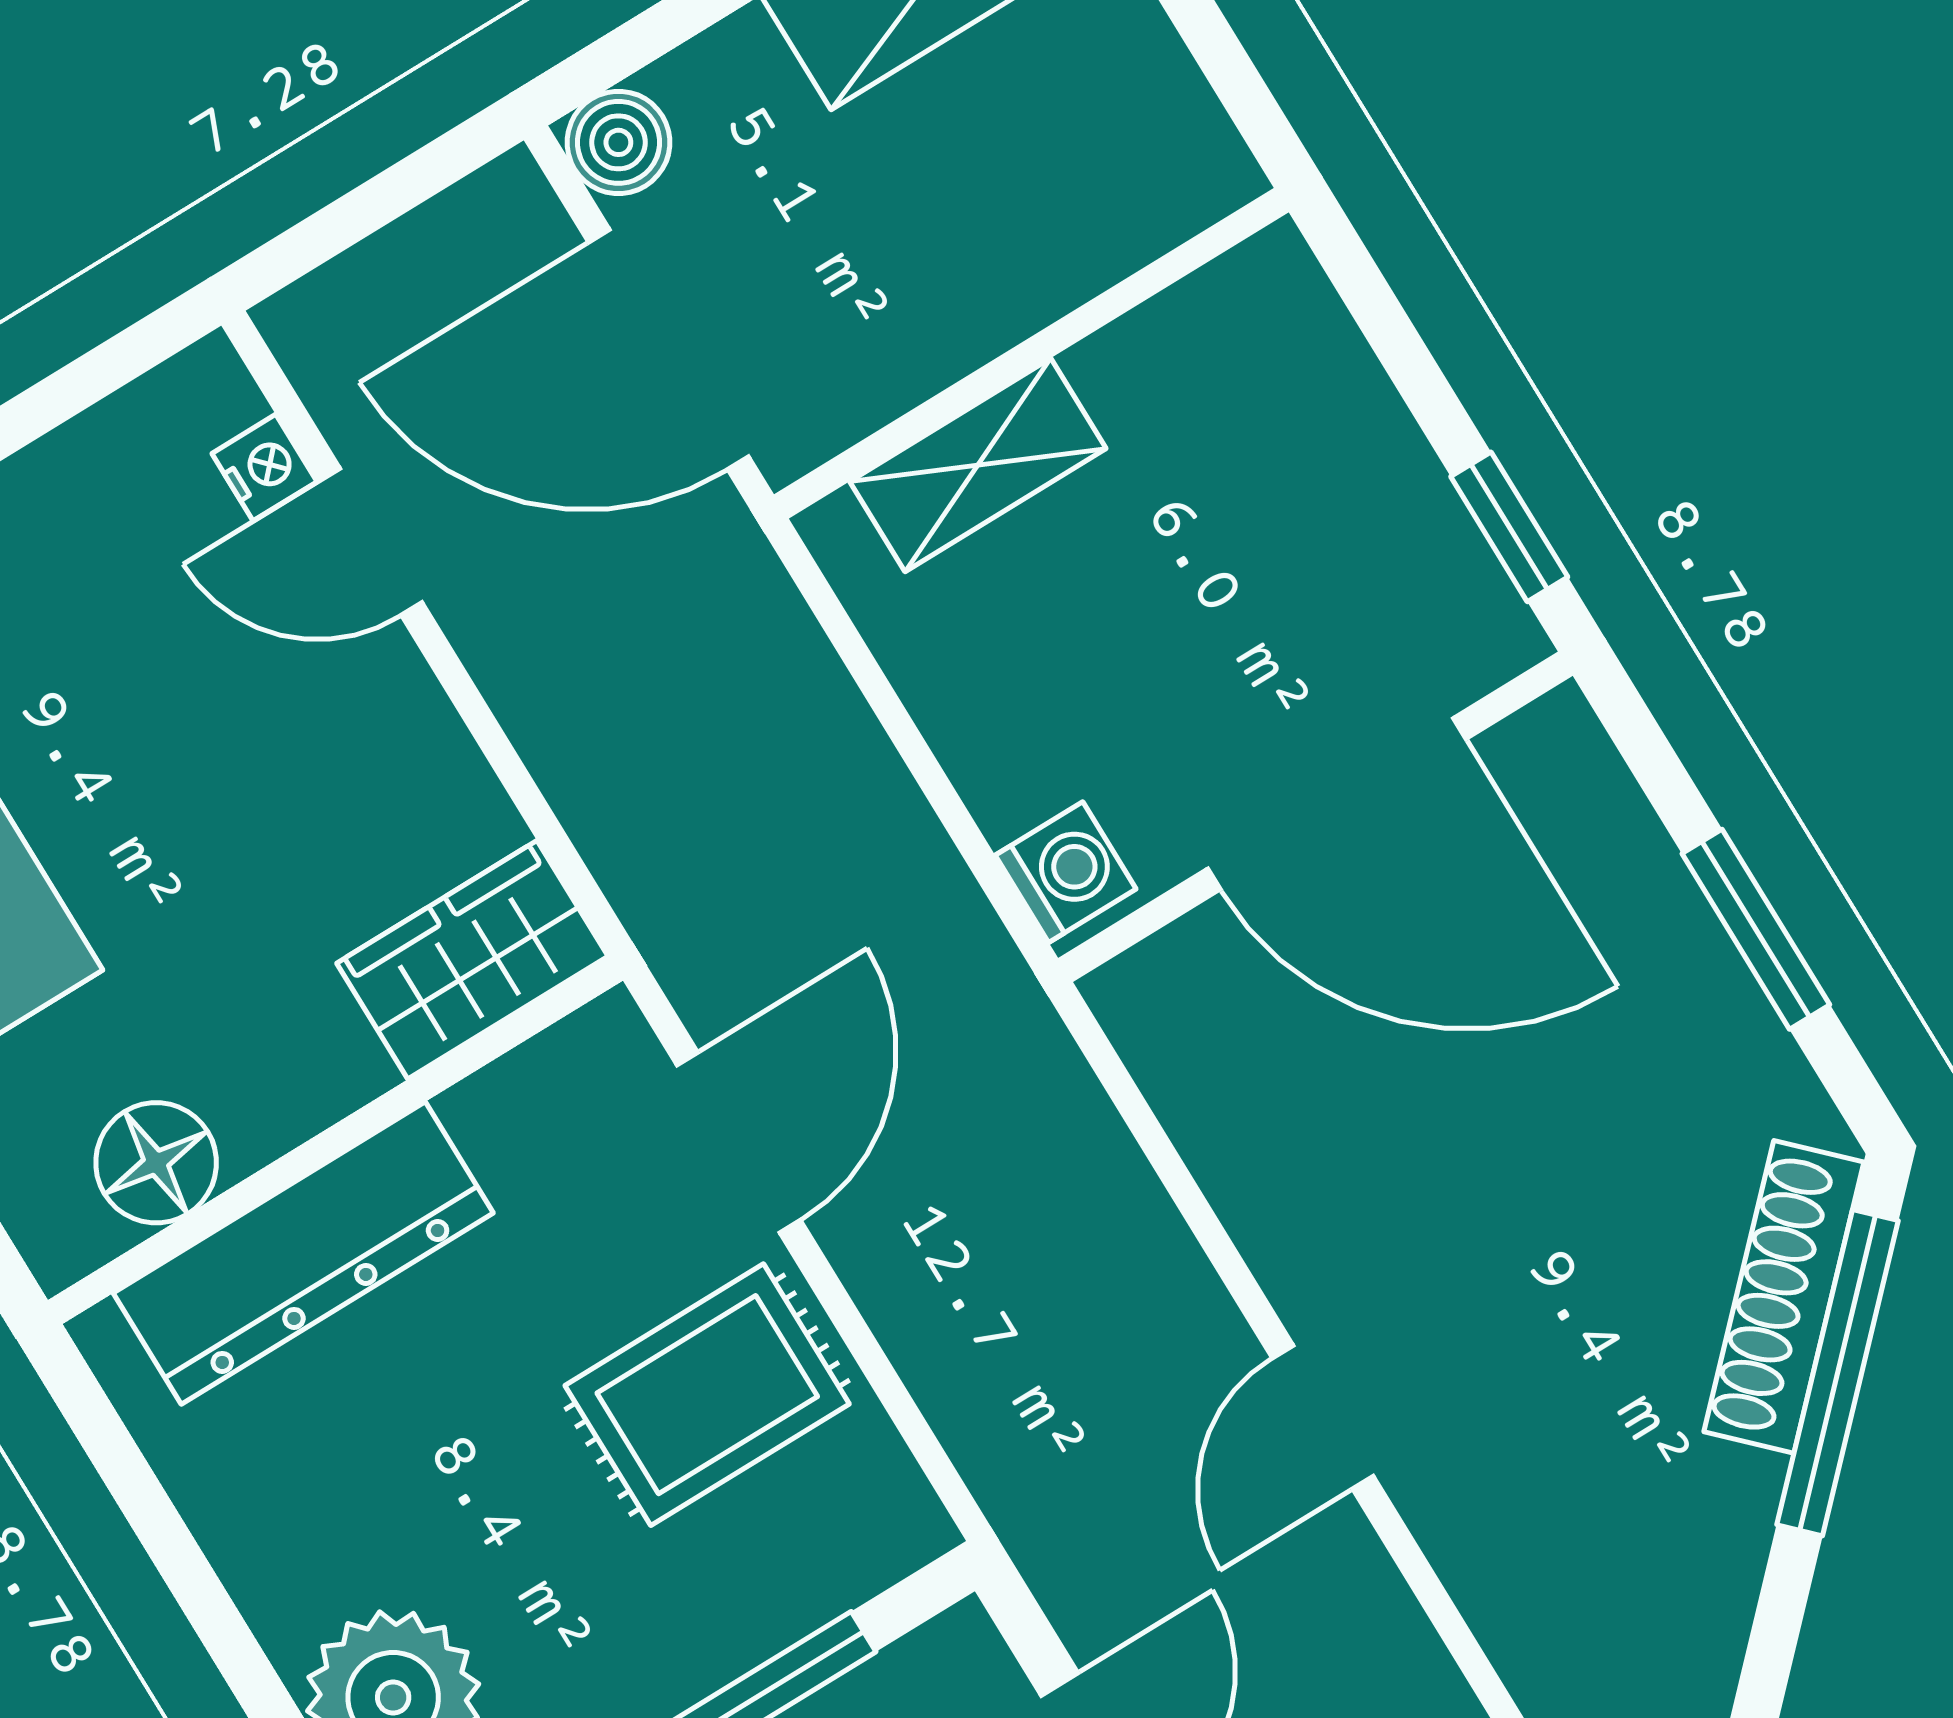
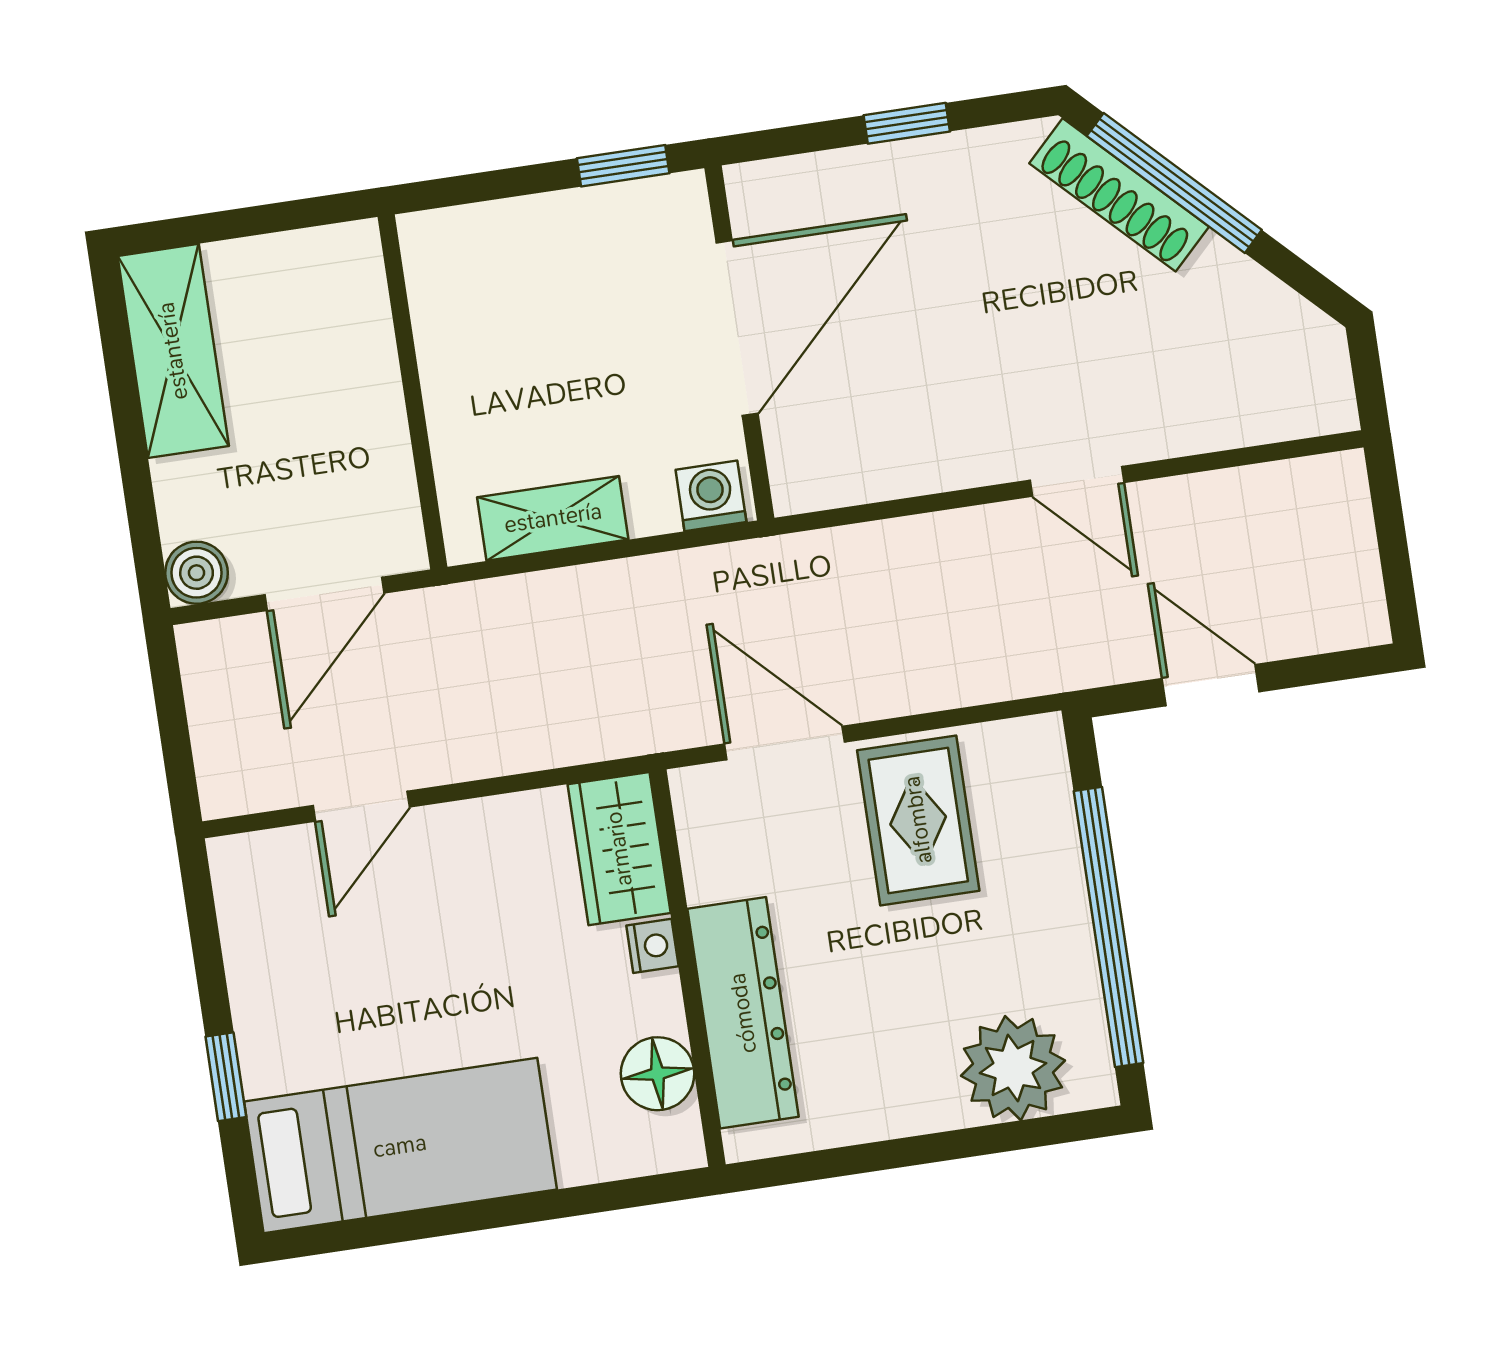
door: (669, 350) -> (324, 594), width x0.73
shelving: (978, 465) -> (553, 518), moved, turned 90
nightstand: (264, 468) -> (652, 946), moved, turned 90
window: (1756, 929) -> (907, 123), width x0.67

